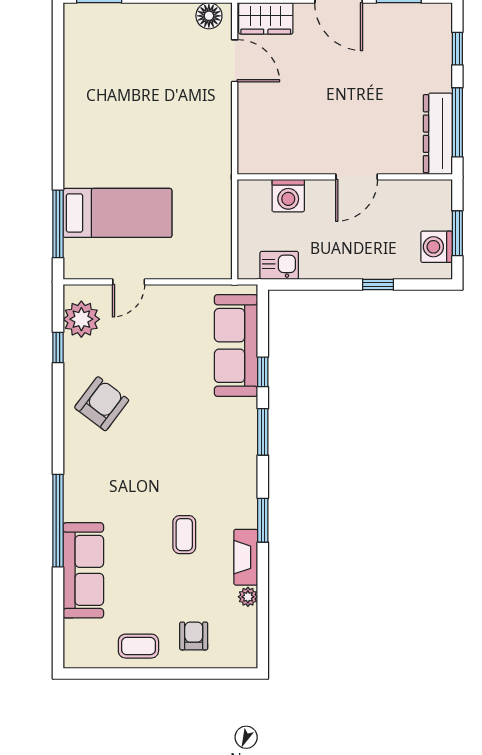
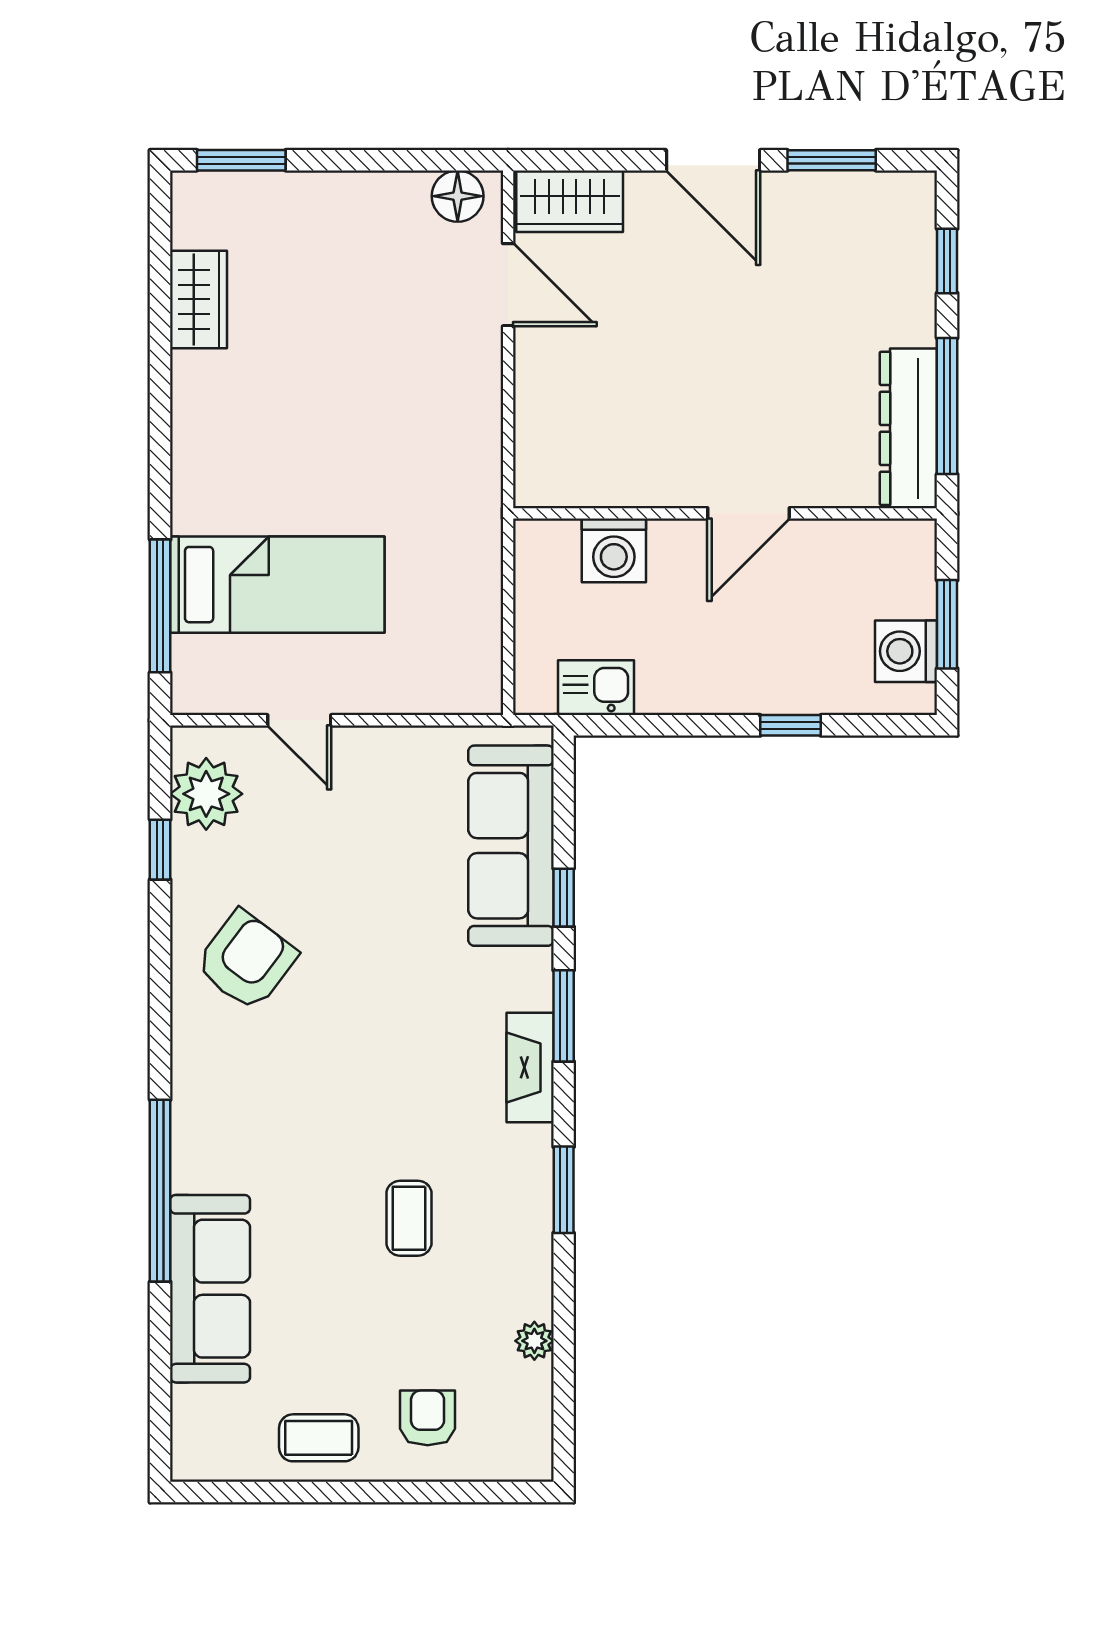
wardrobe: (77, 68) -> (198, 299), added
door: (129, 282) -> (299, 720), hinge flipped
fireplace: (246, 557) -> (530, 1067), moved

